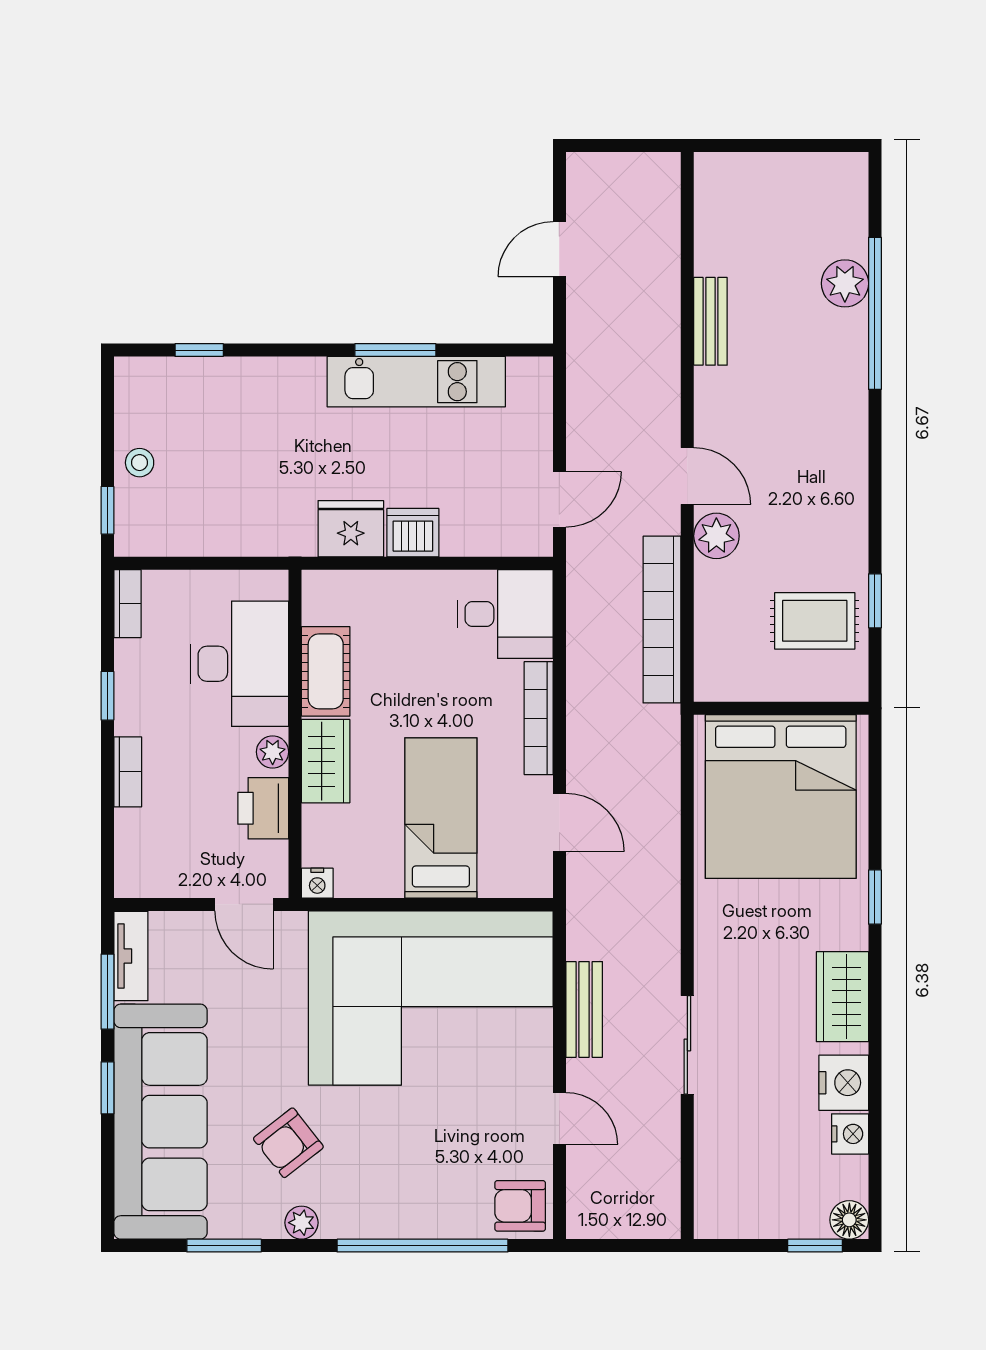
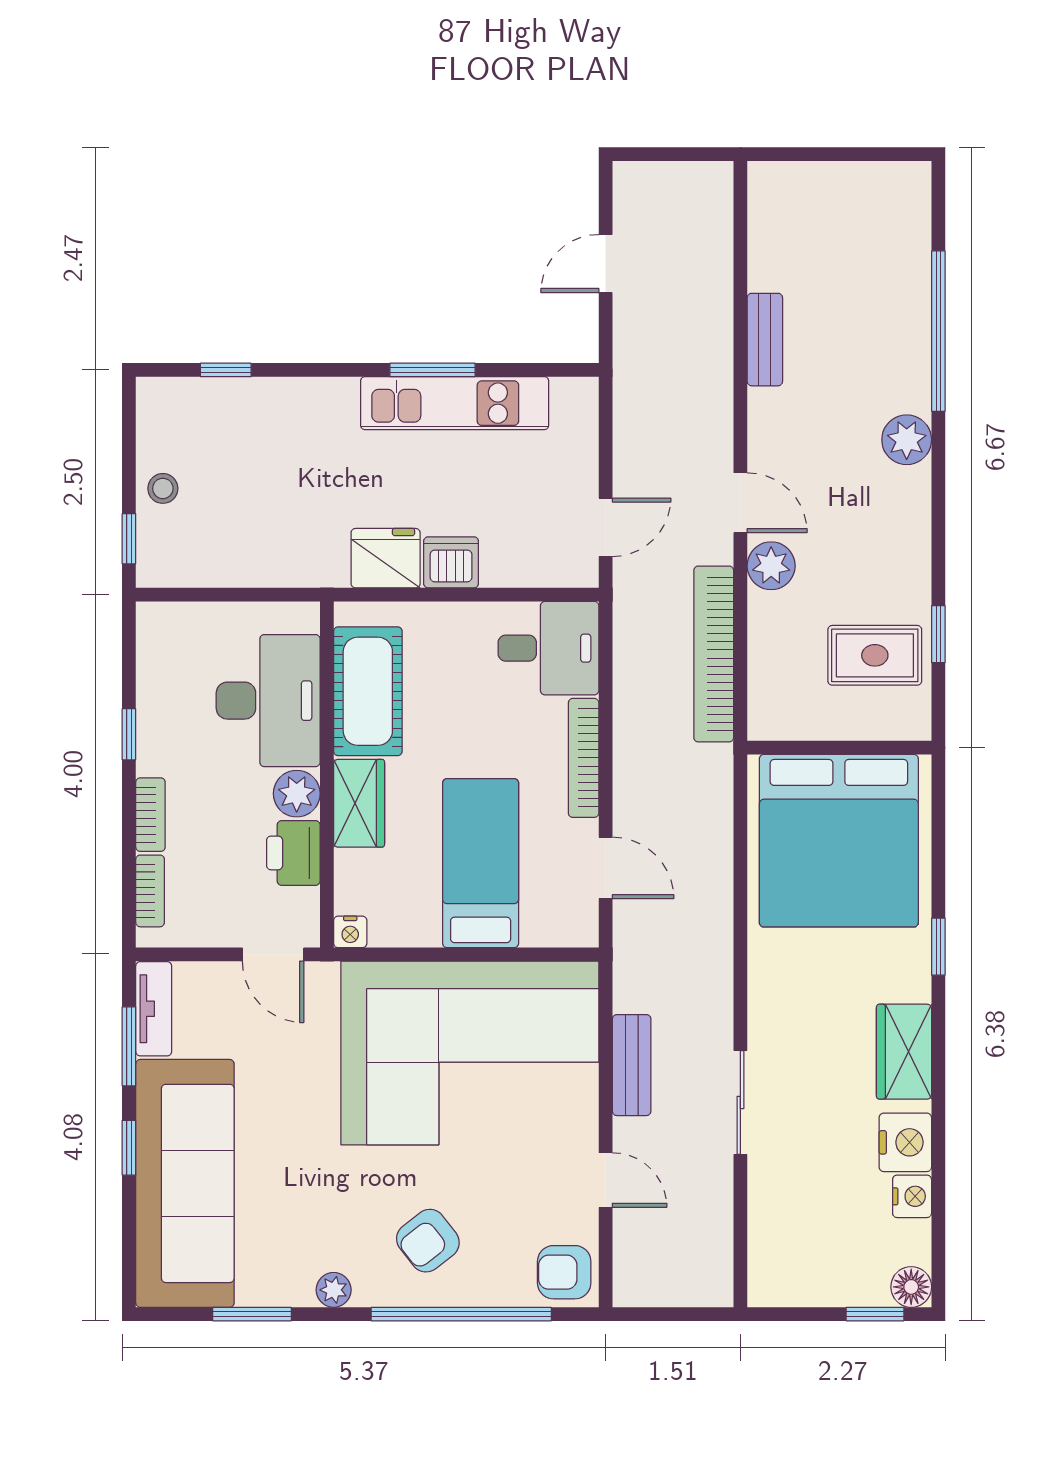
plant: (845, 283) -> (907, 440), moved
bookcase: (127, 604) -> (150, 891), moved
cot: (326, 671) -> (368, 691), width x1.37, depth x1.34
plant: (273, 752) -> (297, 794), width x1.38, depth x1.38
armchair: (288, 1143) -> (428, 1241), moved

